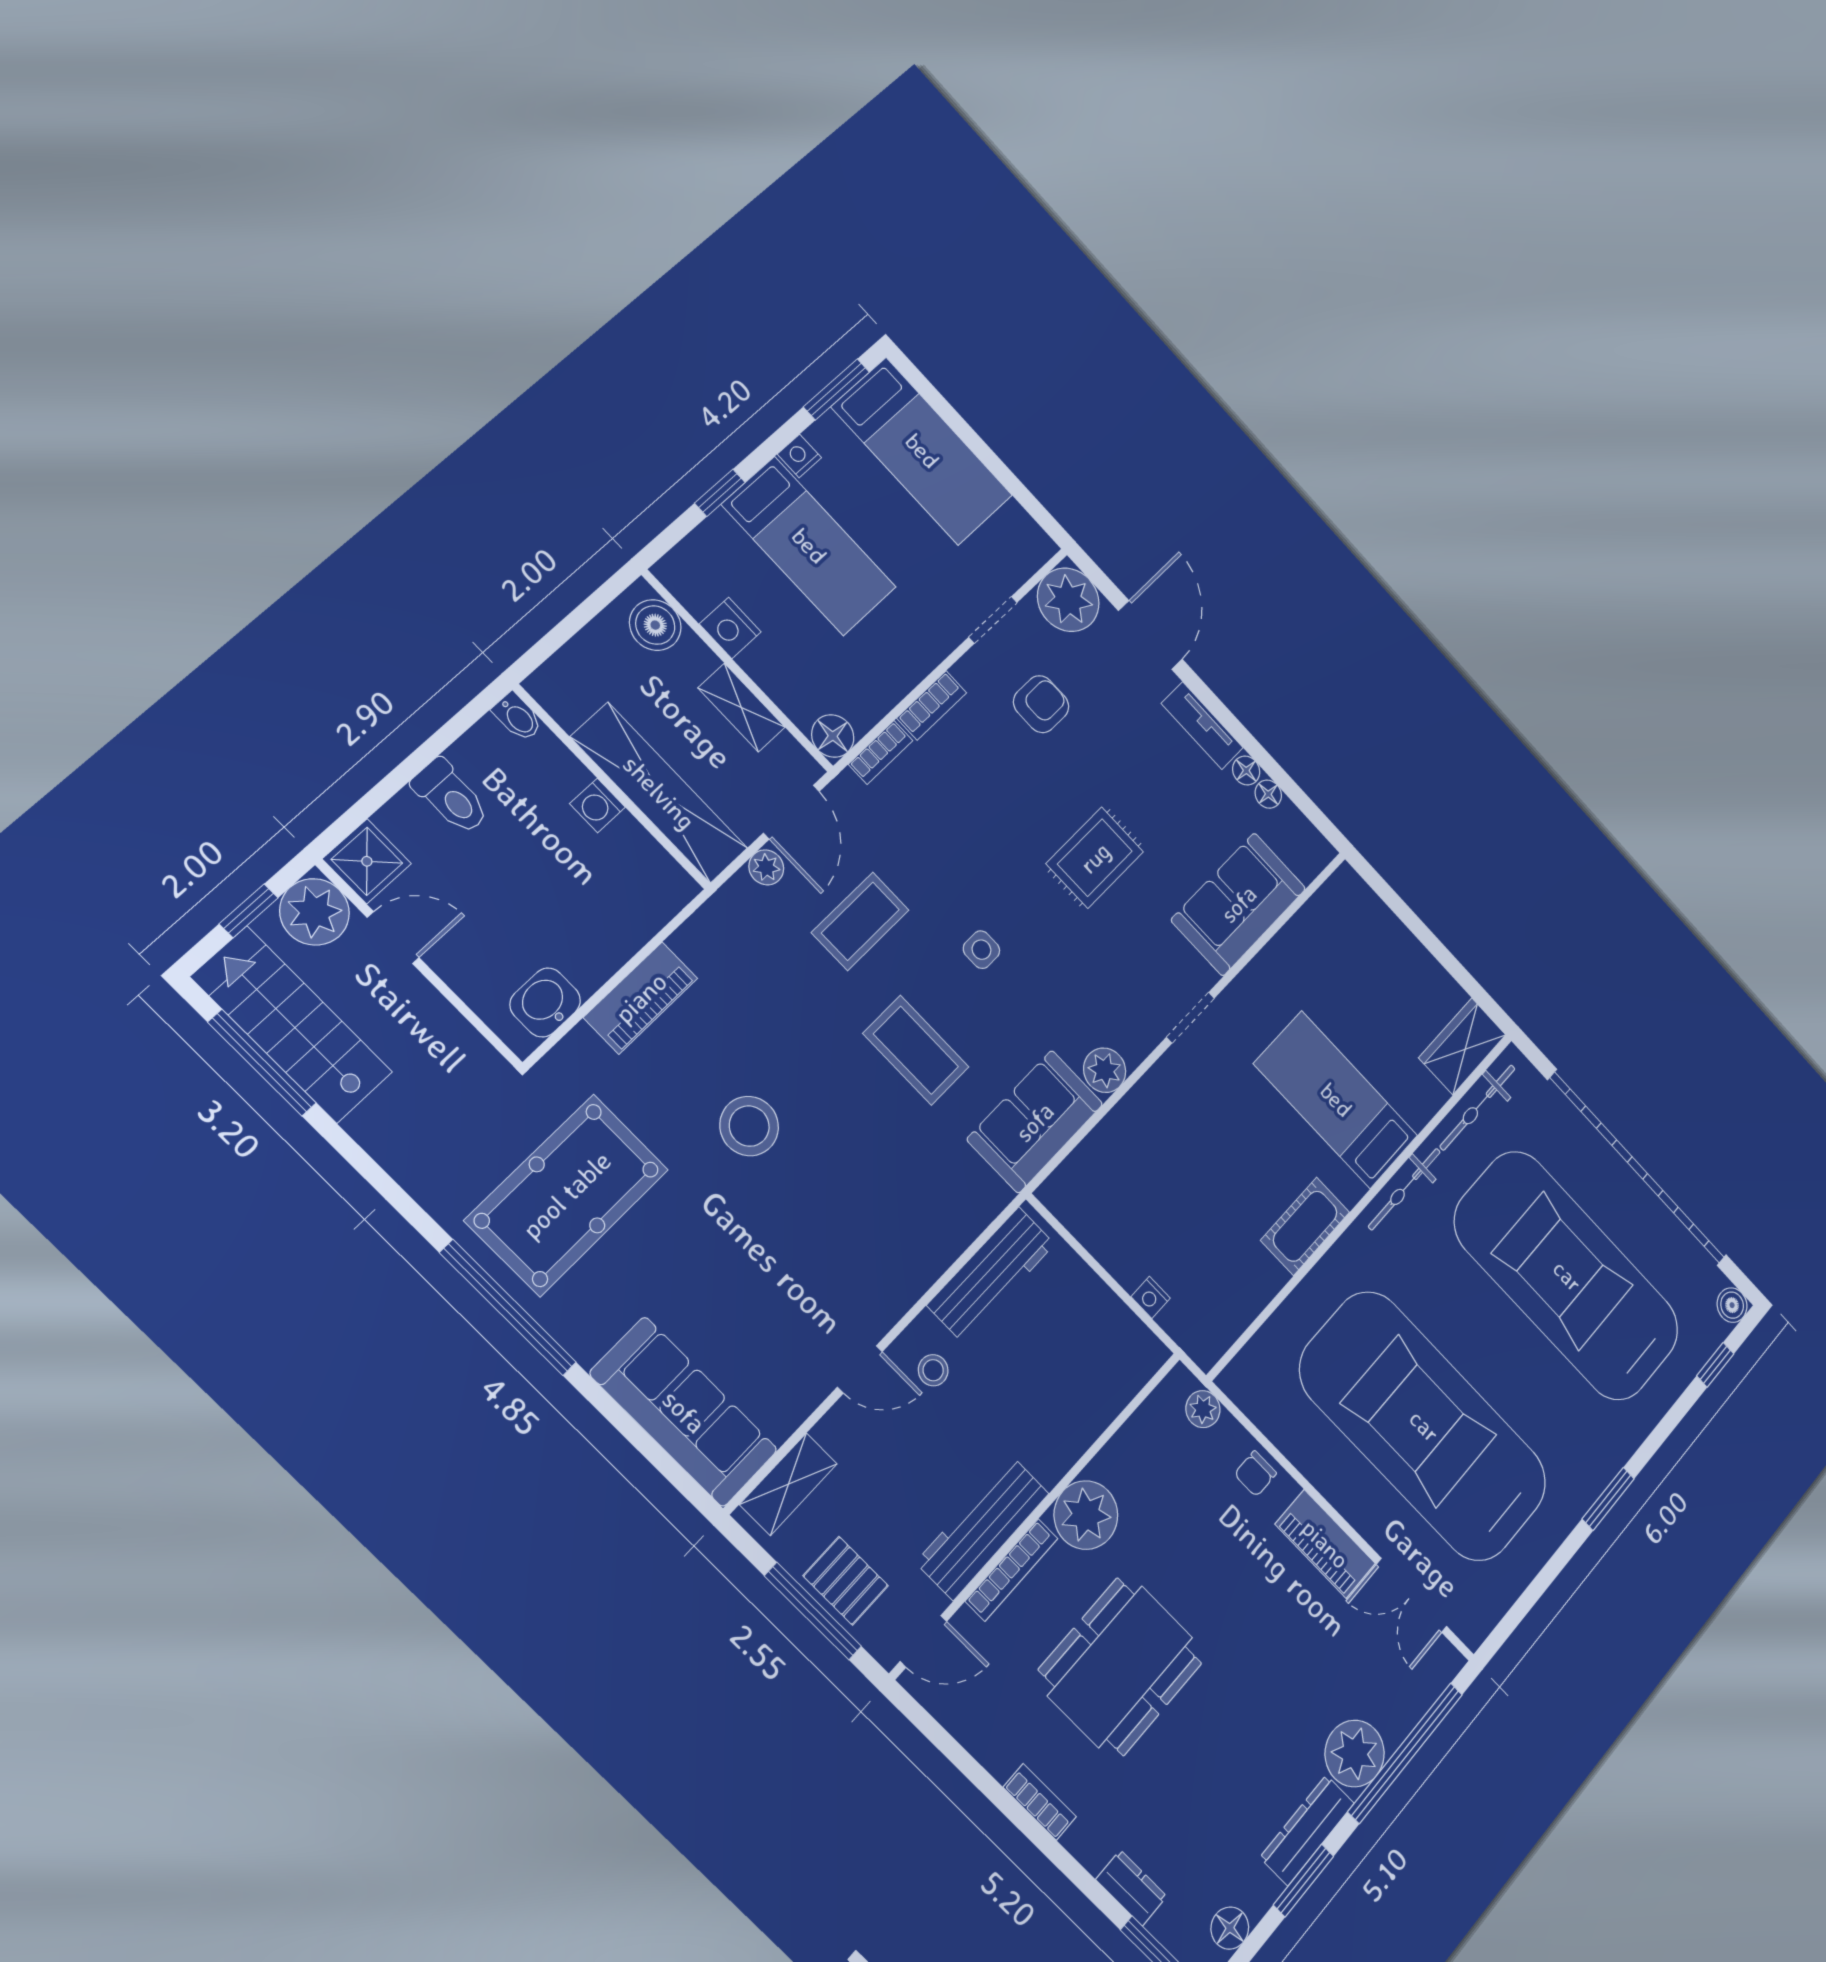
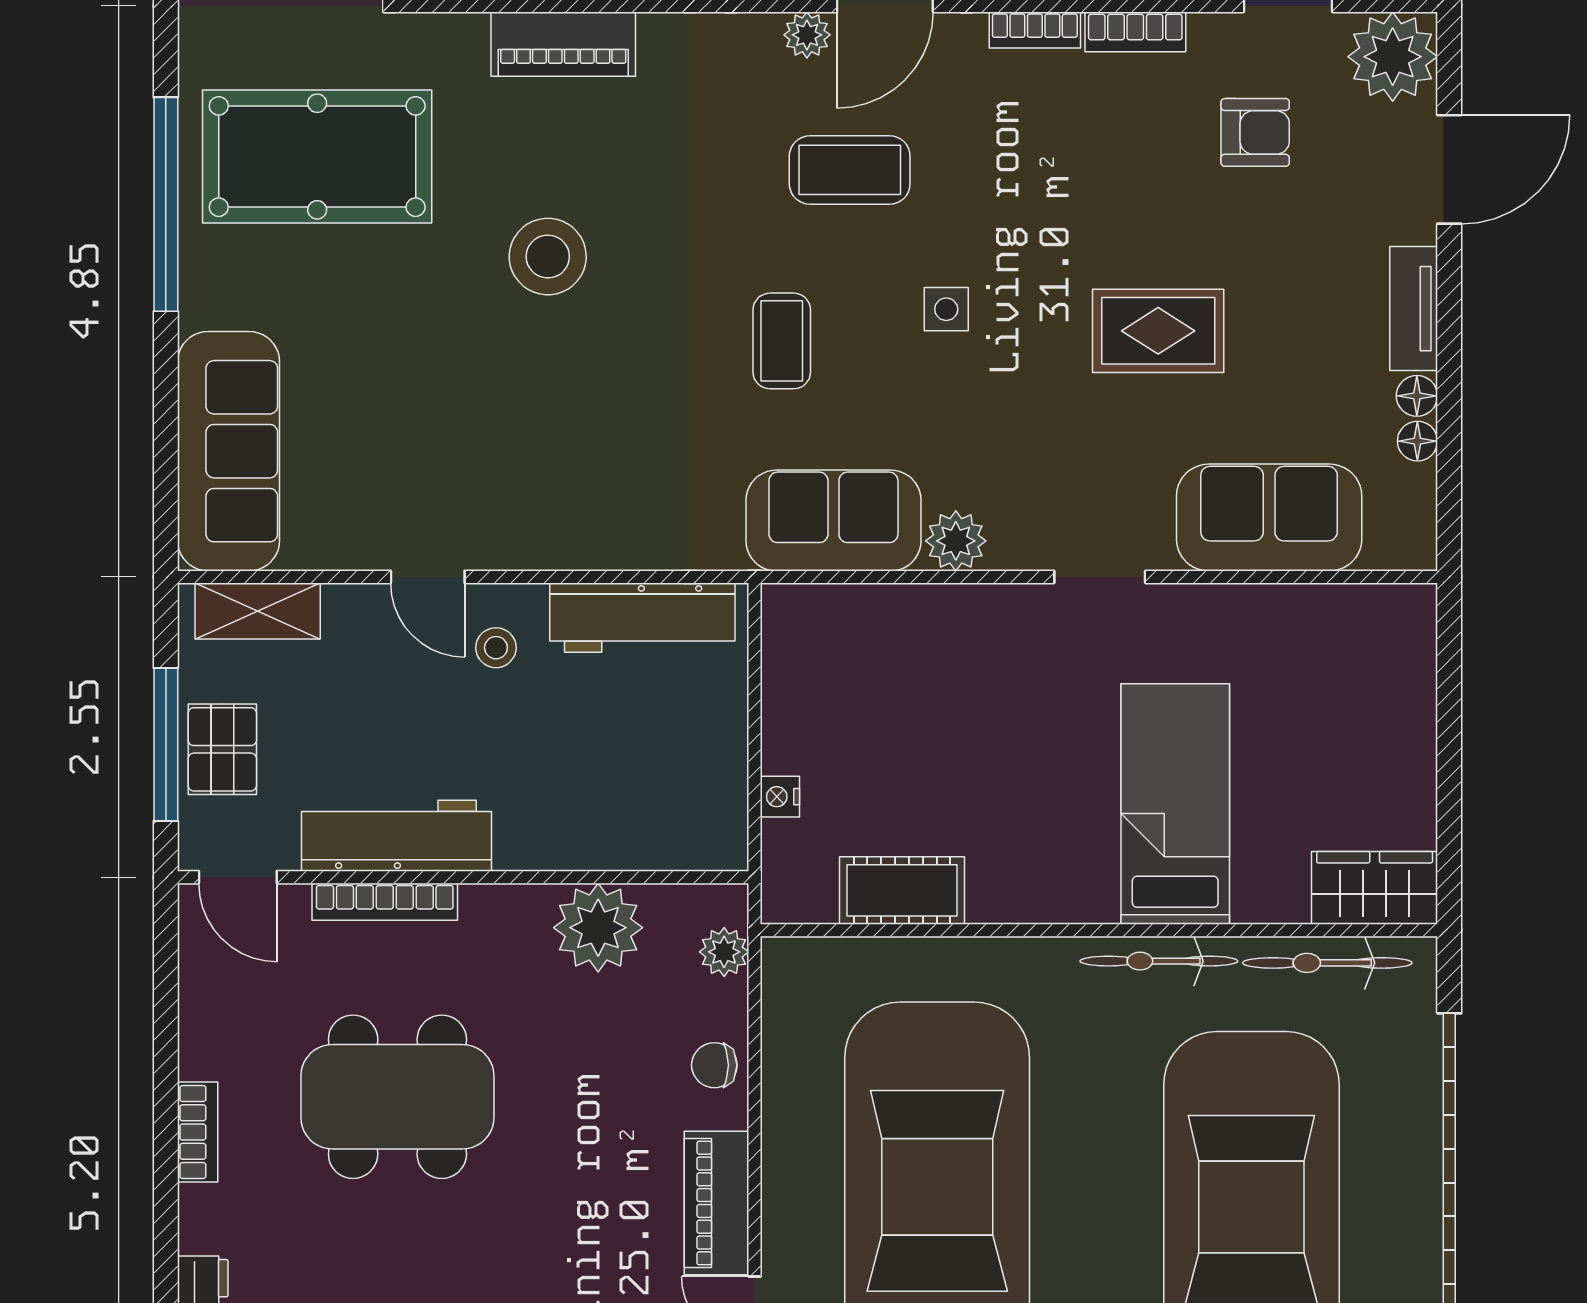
coffee table: (916, 1050) -> (782, 341), width x0.73, depth x0.77
cot: (1305, 1226) -> (902, 890), moved
plant: (1086, 1515) -> (598, 928), moved

